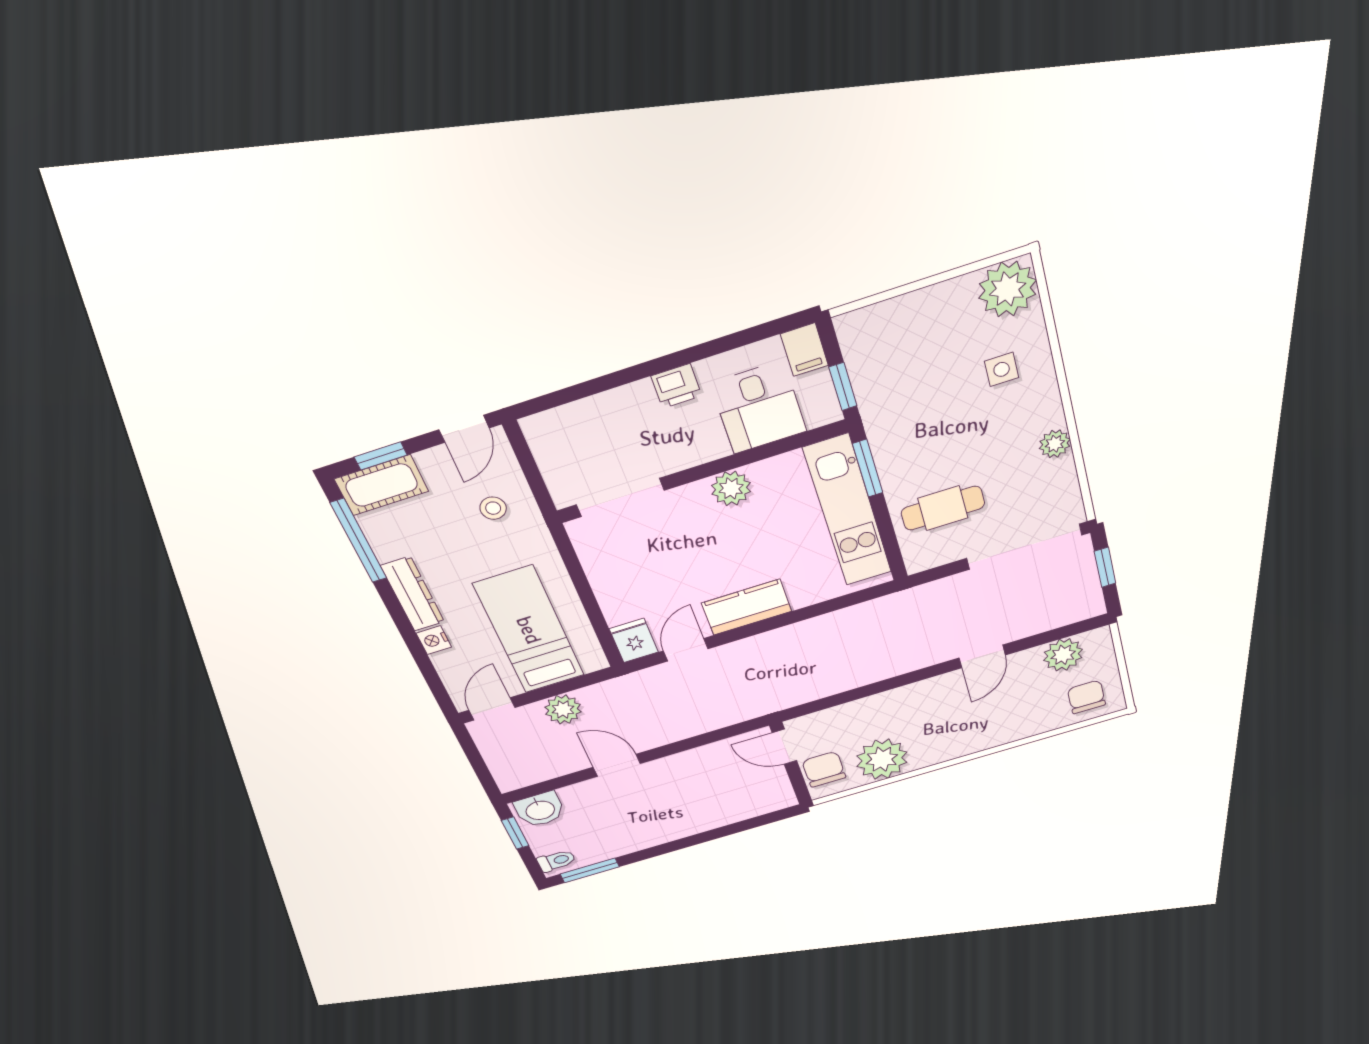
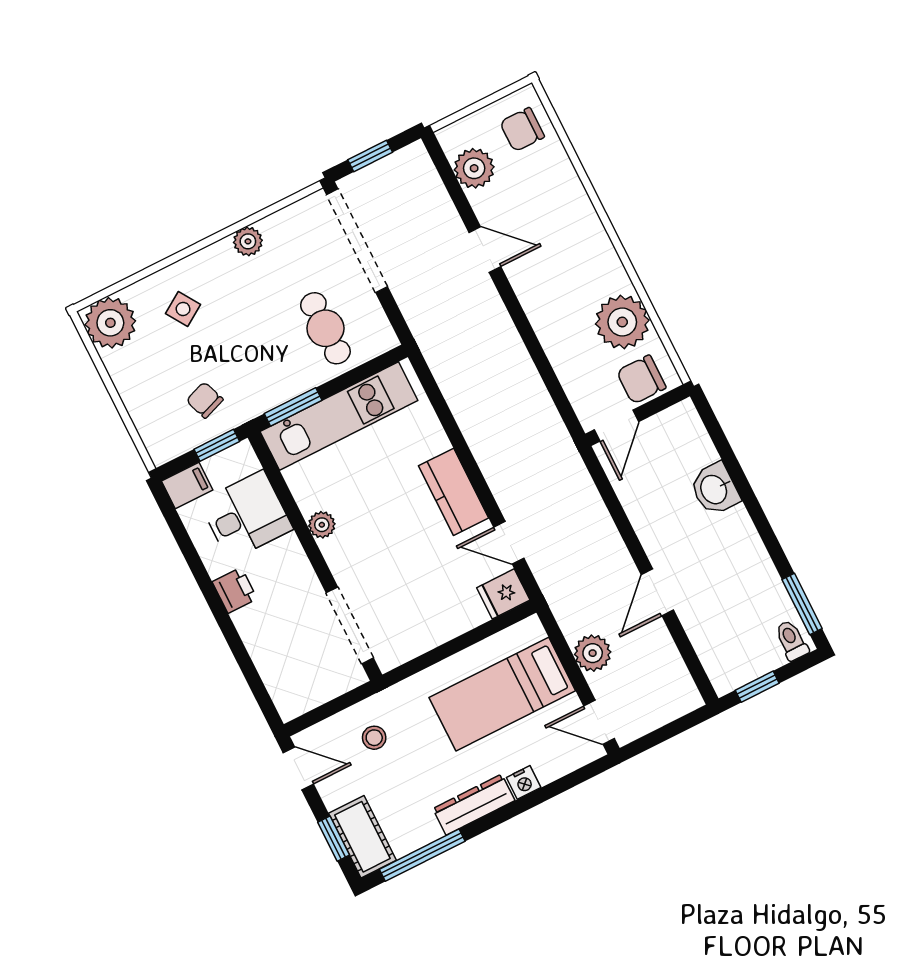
side table: (1002, 369) -> (183, 309), turned -33
chair: (896, 380) -> (205, 400), added
plant: (731, 488) -> (322, 525), width x0.73, depth x0.73
washbasin: (540, 810) -> (715, 489), moved, turned 180

